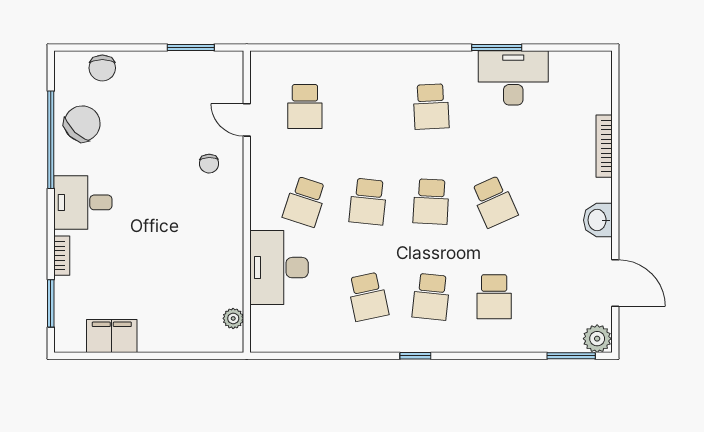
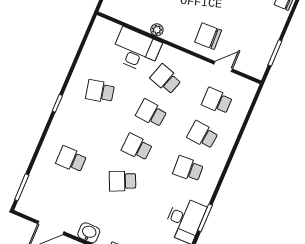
chair: (209, 164) -> (208, 36), width x1.87, depth x1.87
school desk: (431, 297) -> (203, 135), moved
plant: (233, 318) -> (157, 30), moved
plant: (597, 339) -> (25, 205), removed

